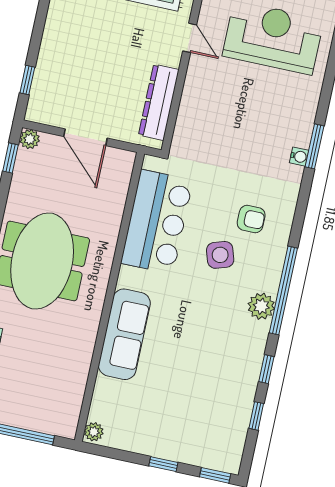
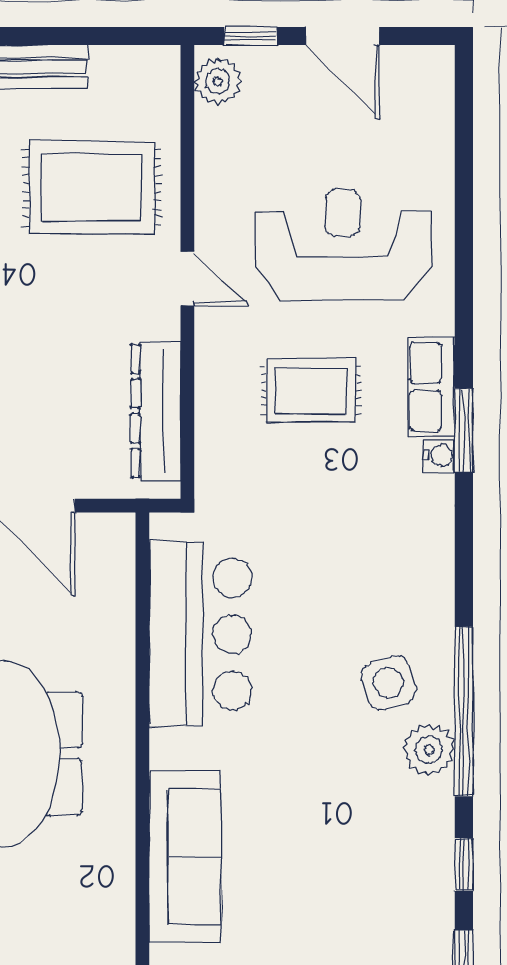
rug: (241, 109) -> (311, 390), added
row of seats: (303, 120) -> (431, 387), added
armchair: (251, 219) -> (375, 591), removed
side table: (220, 255) -> (388, 683), moved

